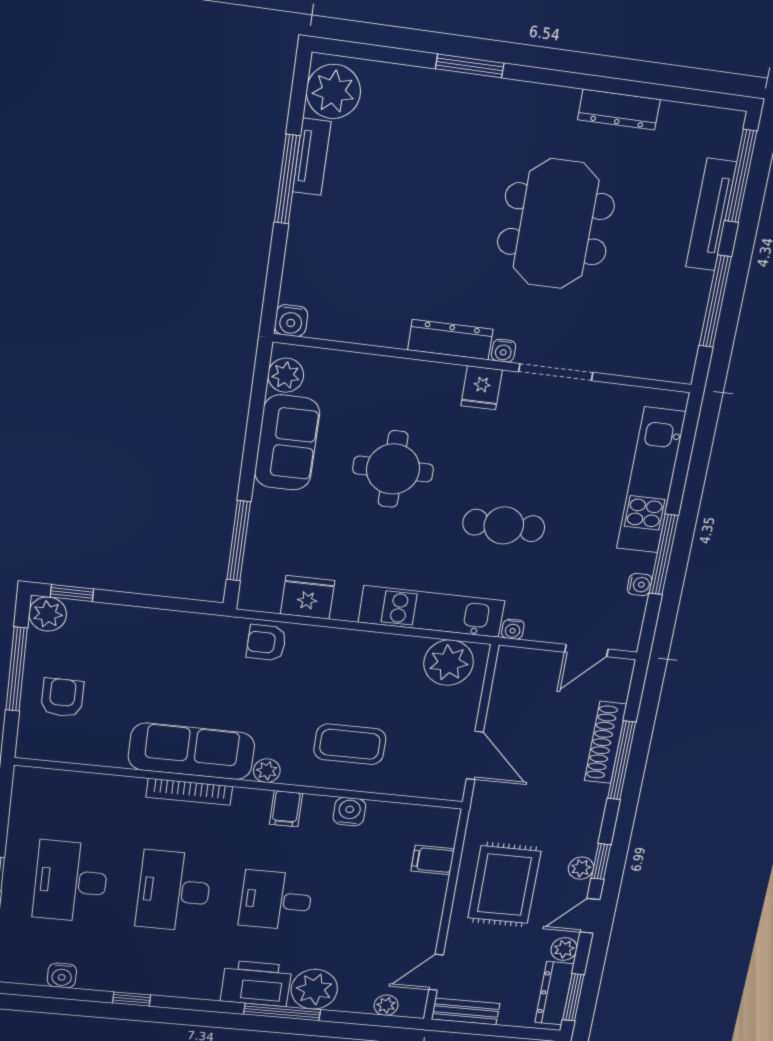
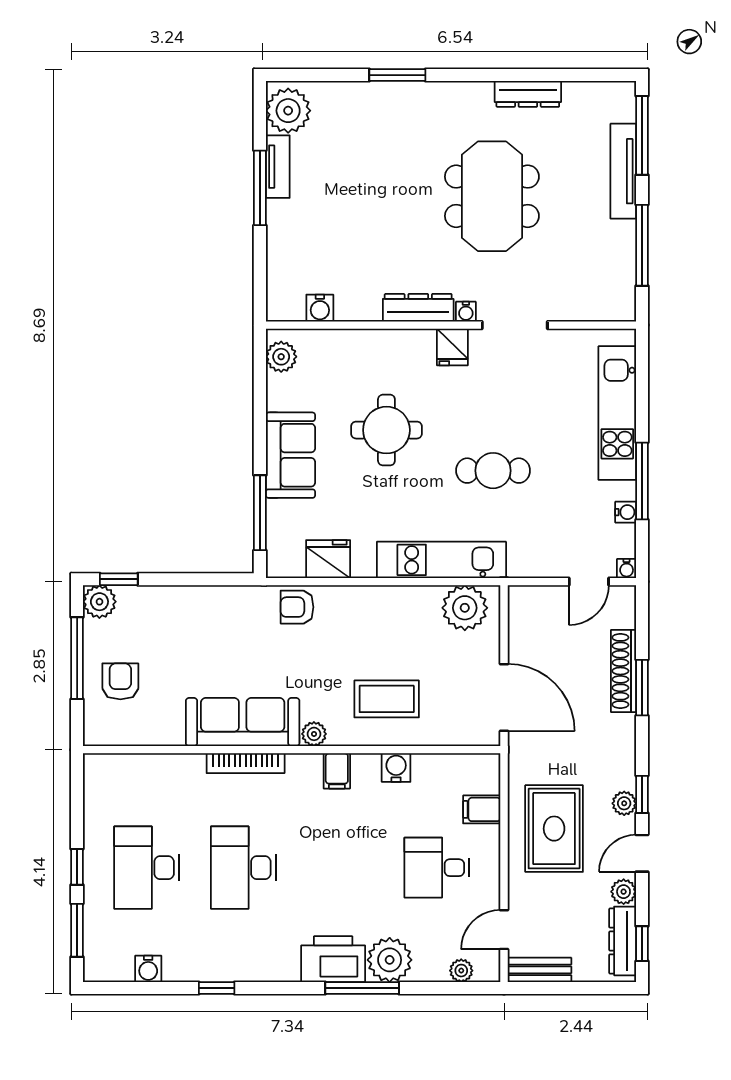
water cooler: (291, 321) -> (320, 308), moved
sofa: (287, 443) -> (290, 455), moved
water cooler: (513, 629) -> (627, 569), moved
door: (475, 755) -> (504, 697), width x1.36
window: (622, 760) -> (642, 688), width x0.69
desk: (276, 900) -> (437, 868), moved
window: (573, 997) -> (642, 944), width x0.67

